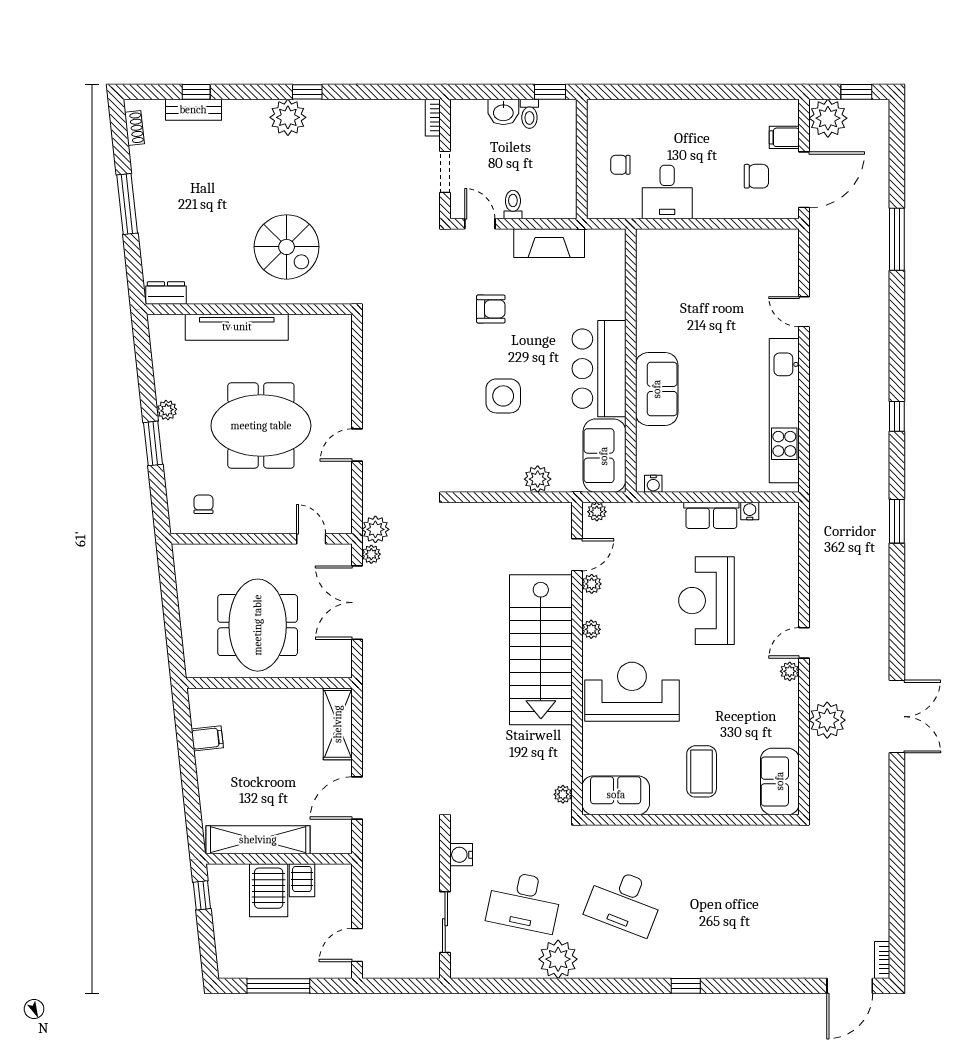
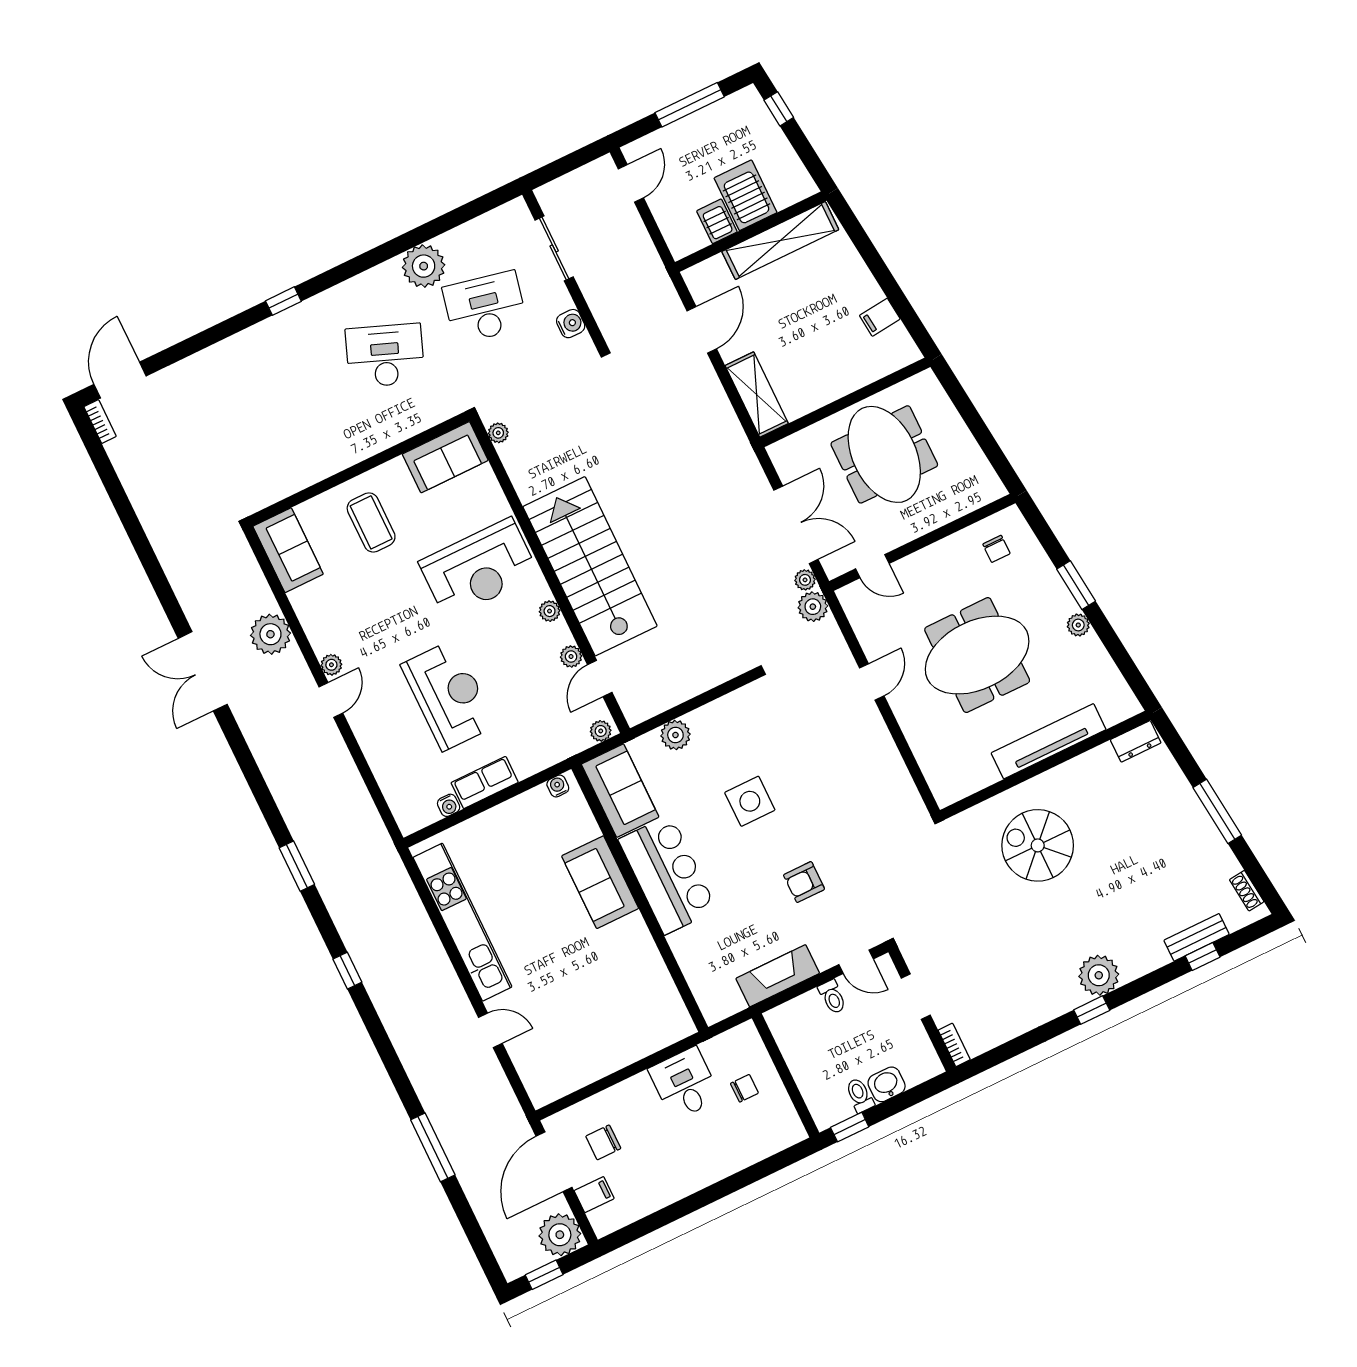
window: (202, 895) -> (779, 109), moved

